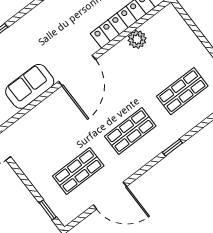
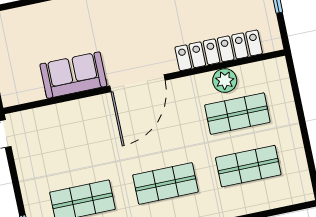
shop shelf: (157, 58) -> (237, 114), added

